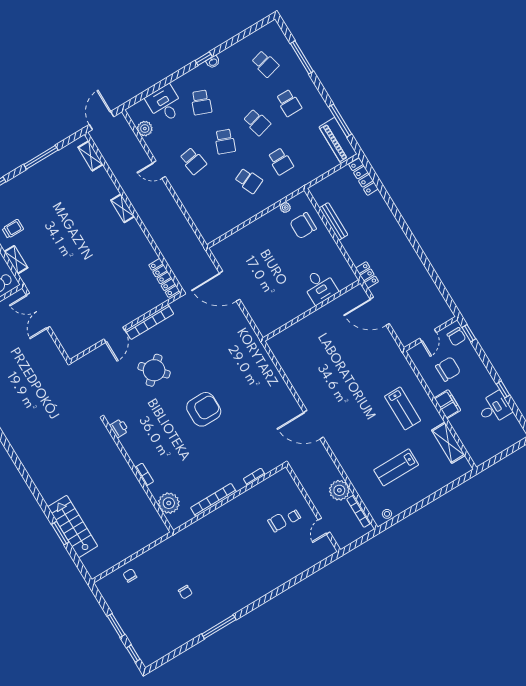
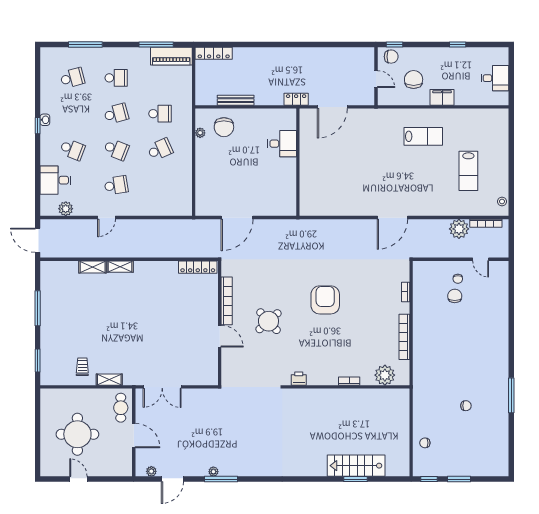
shelving: (90, 156) -> (93, 267), moved
desk: (494, 408) -> (495, 78), moved, turned 90
shelving: (448, 443) -> (474, 116), removed
window: (133, 654) -> (429, 479), moved

